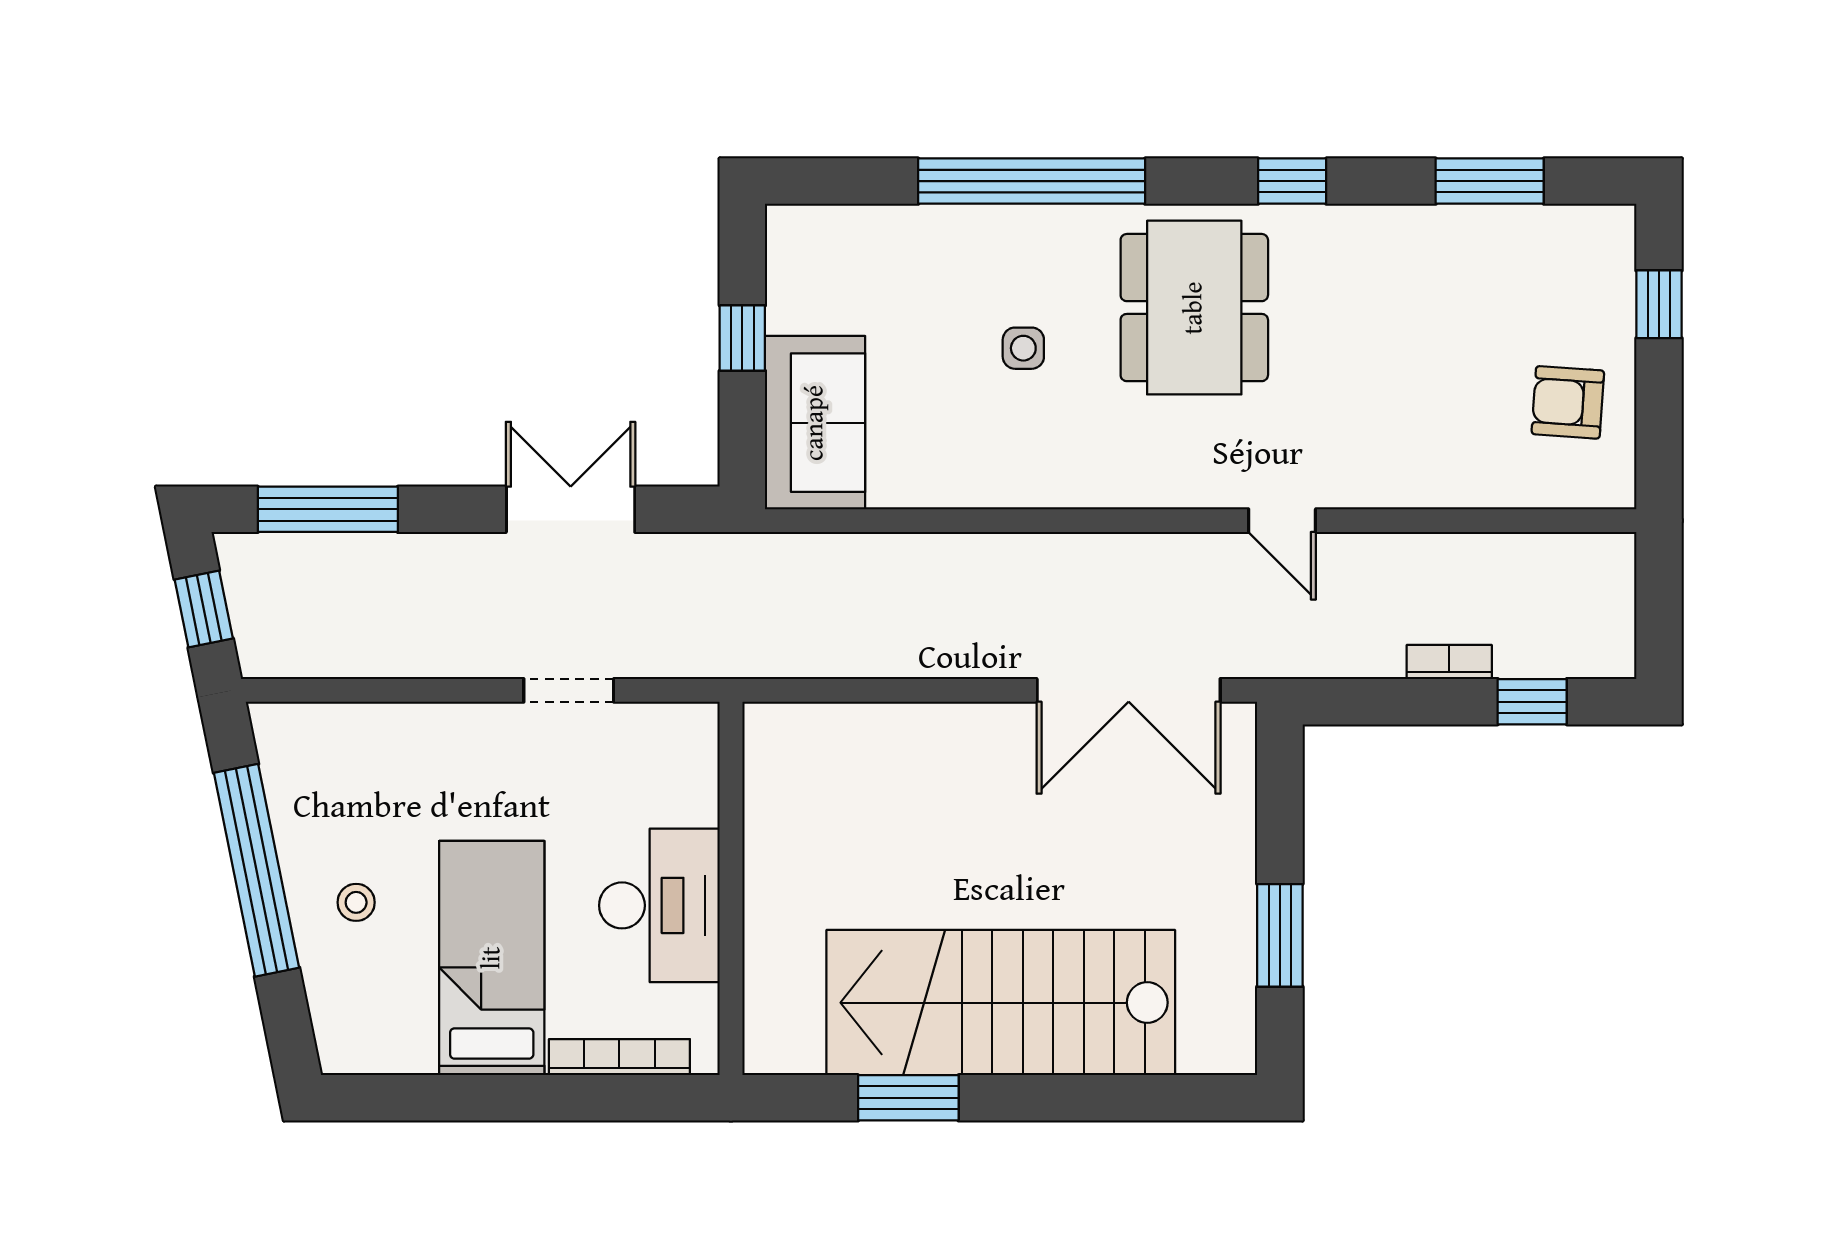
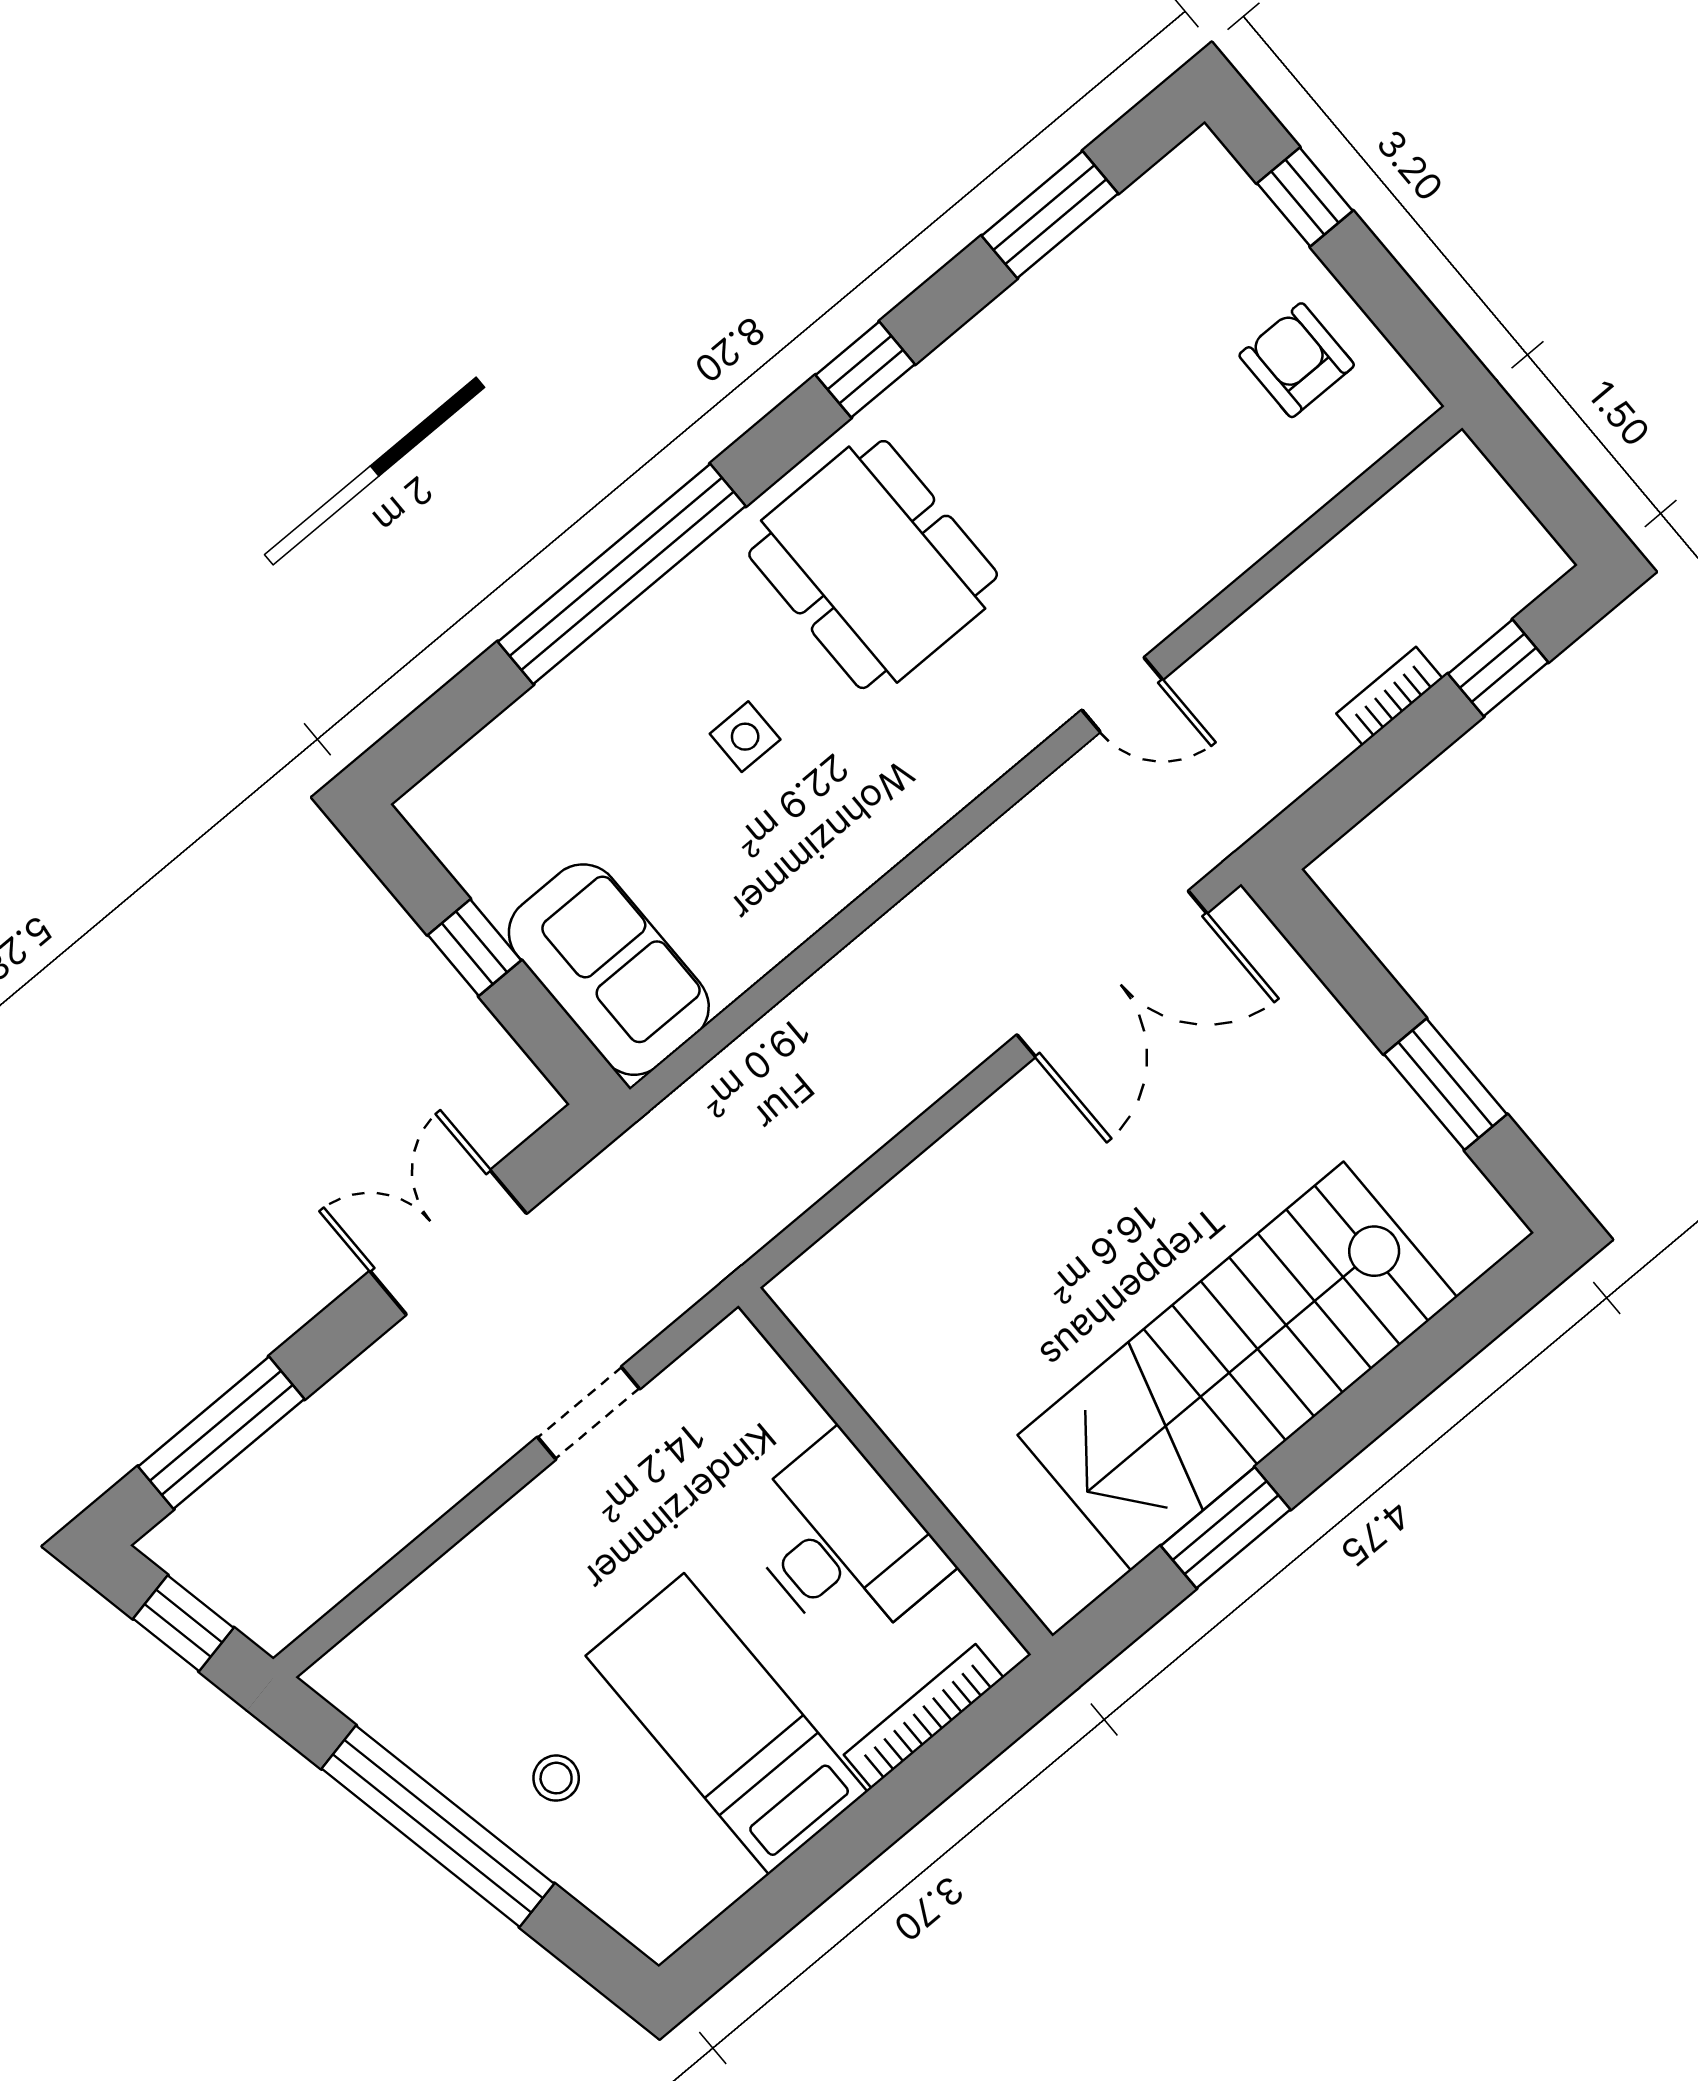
armchair: (1568, 402) -> (1297, 360), turned 86

